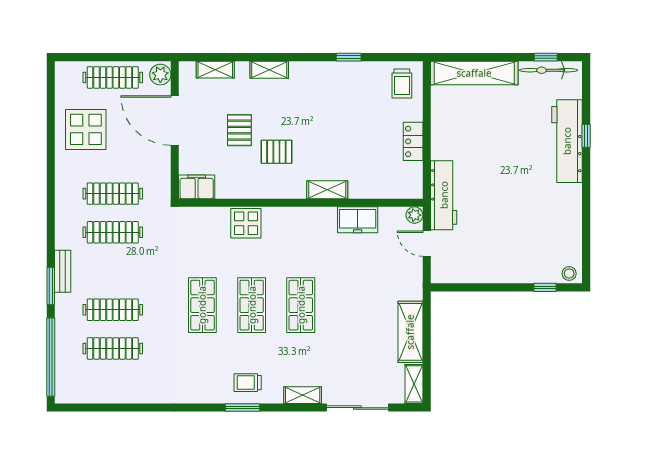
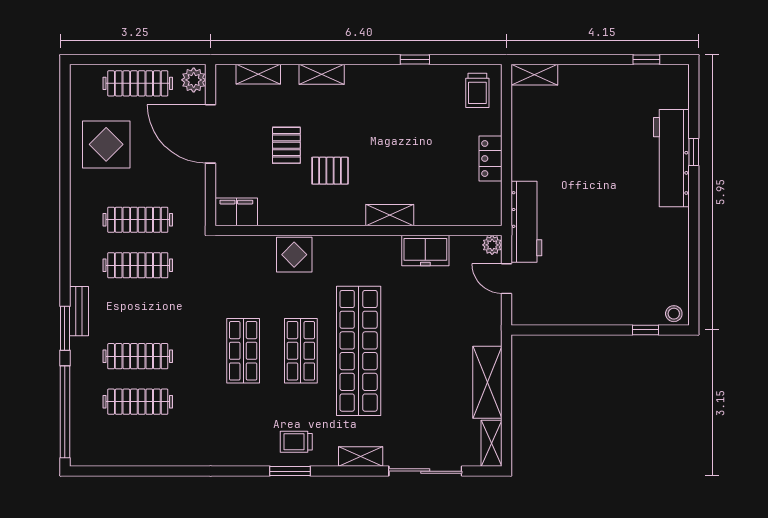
bicycle: (548, 70) -> (650, 75), removed
shelving: (474, 73) -> (534, 75), width x0.45, depth x0.75
shop shelf: (301, 305) -> (359, 351), width x2.00, depth x1.36

